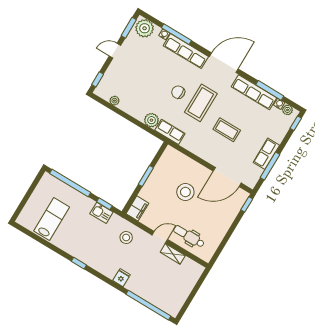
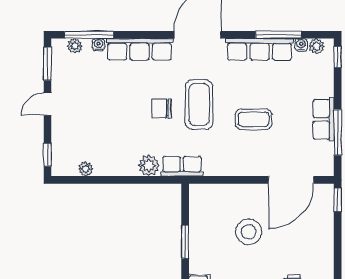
plant: (145, 28) -> (75, 46), width x0.53, depth x0.53
window: (176, 34) -> (89, 35), moved

